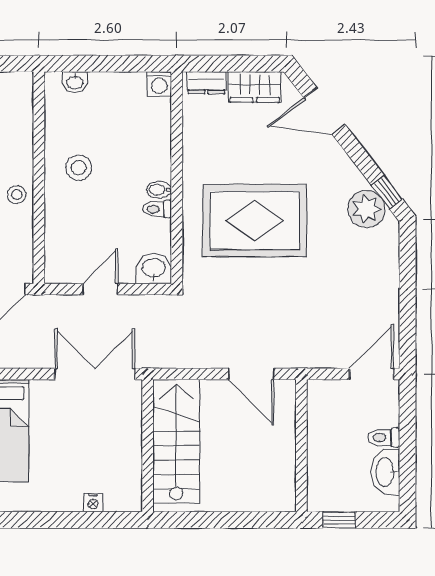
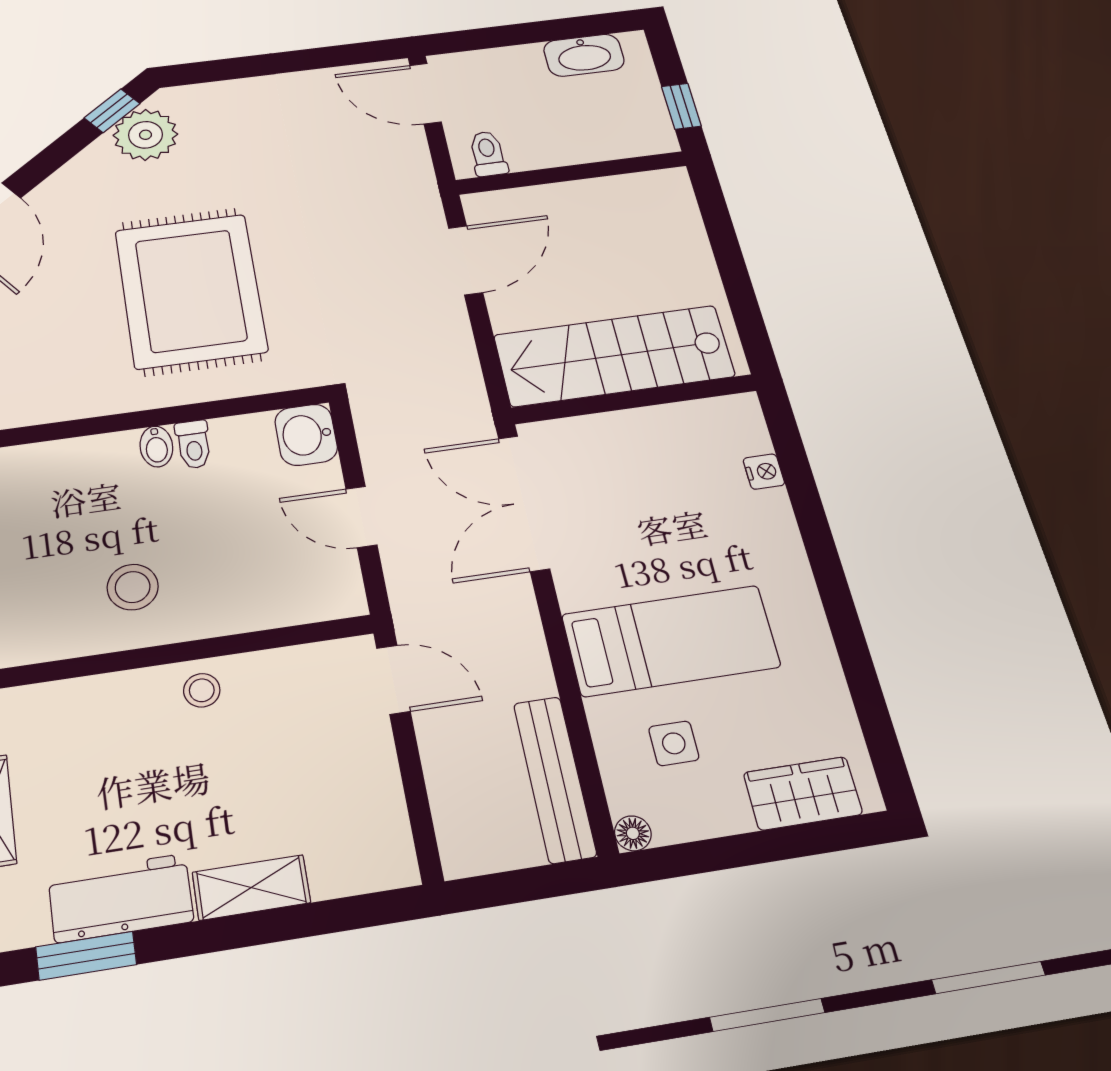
toilet: (384, 438) -> (488, 154), moved, turned 180

